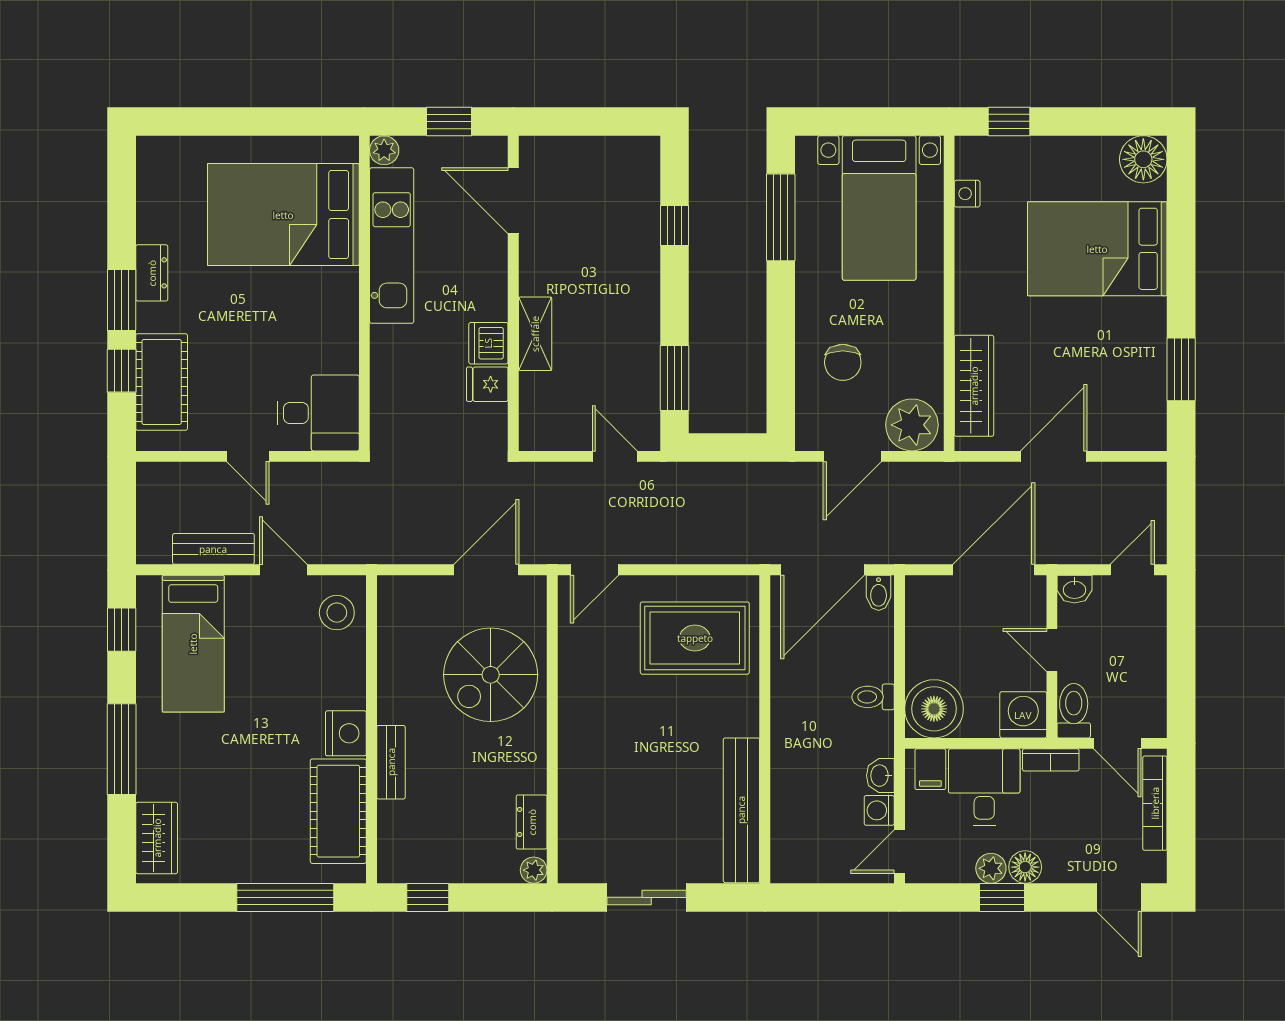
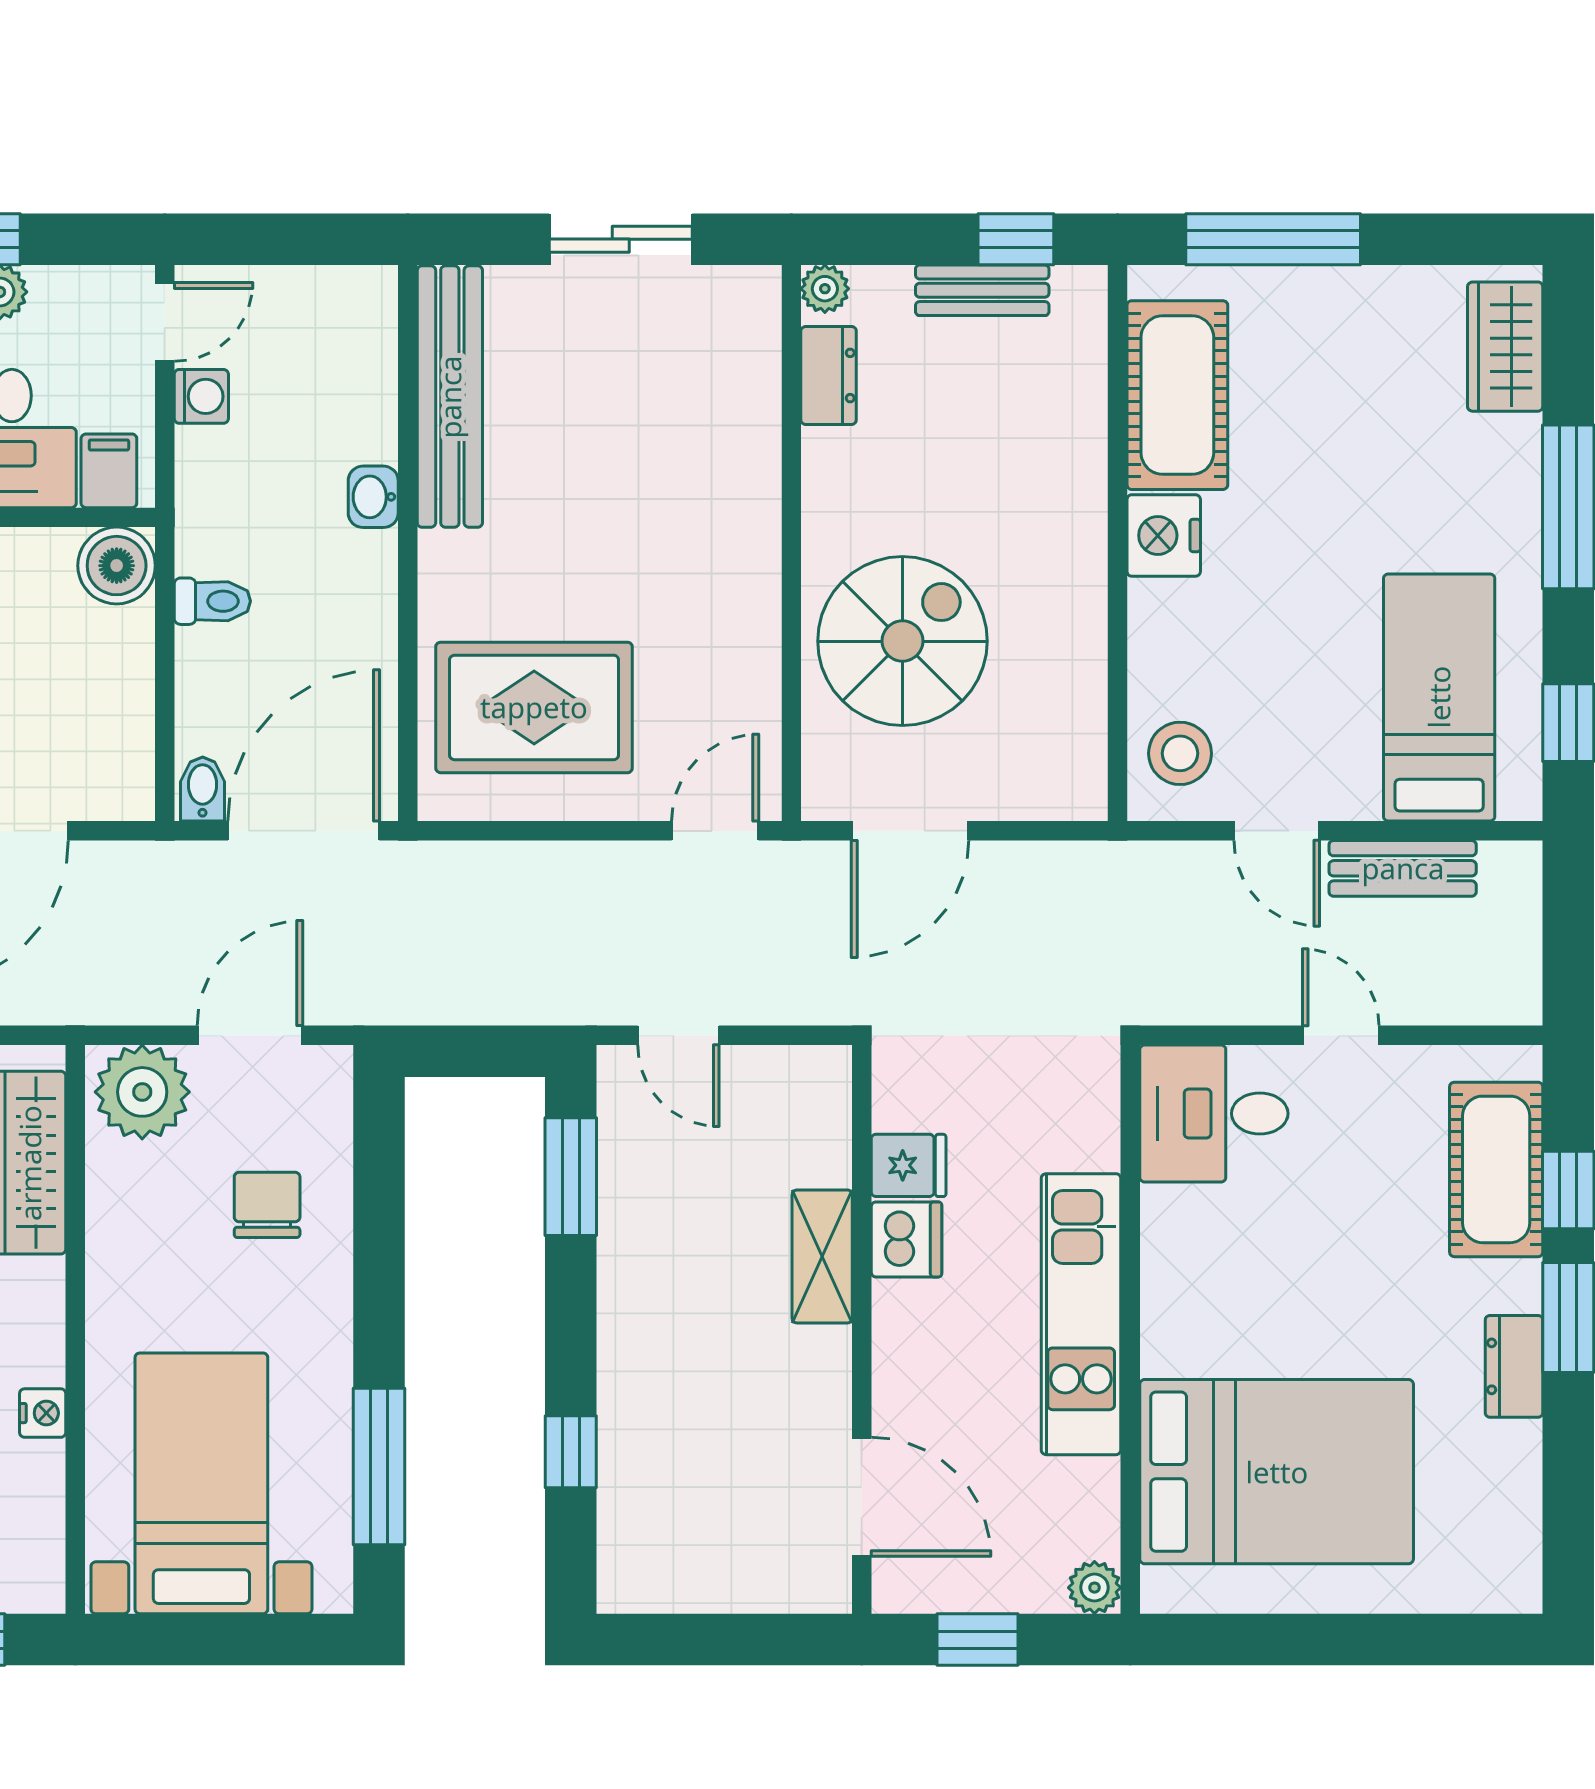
nightstand: (967, 194) -> (43, 1413), moved
kitchen unit: (392, 246) -> (1081, 1314), moved
boiler: (934, 709) -> (117, 566), width x0.73, depth x0.73
bench: (391, 762) -> (982, 290), moved, turned 90
washbasin: (880, 776) -> (373, 497), moved, turned 180

